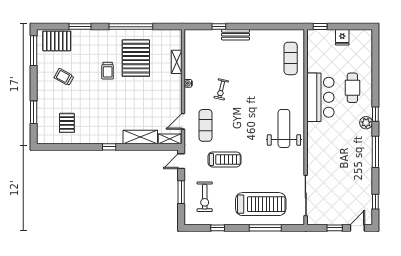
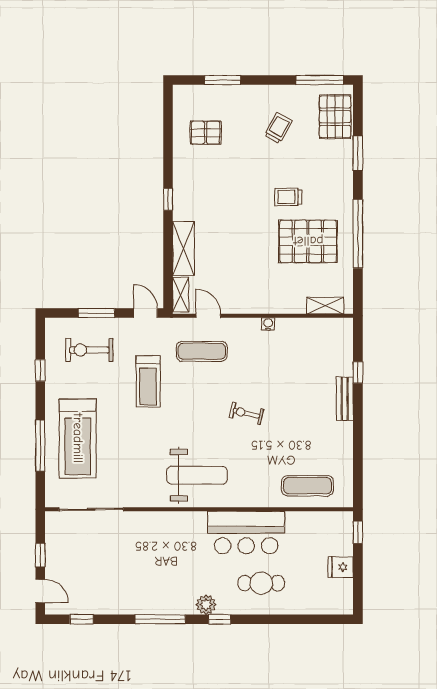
shelving: (177, 62) -> (325, 306), moved
exercise bike: (221, 89) -> (246, 413), moved

